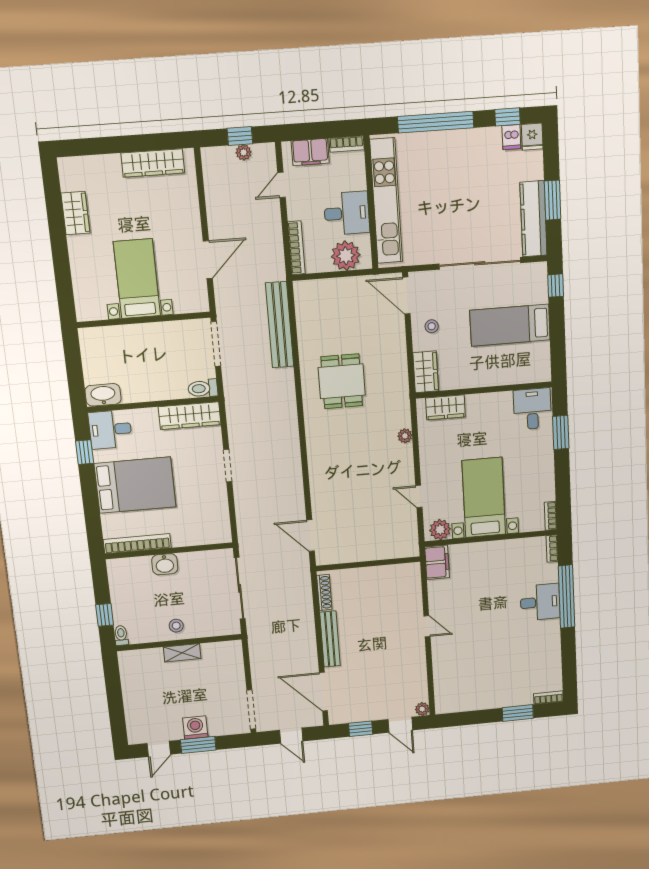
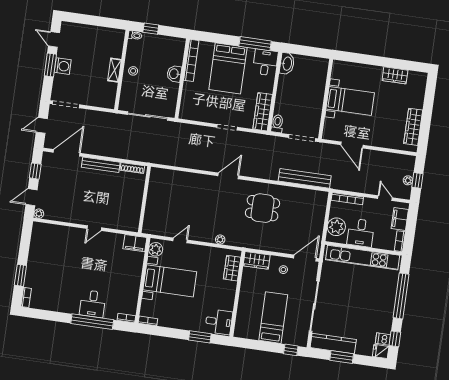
window: (85, 452) -> (255, 44), width x2.17
door: (311, 536) -> (228, 176), moved

